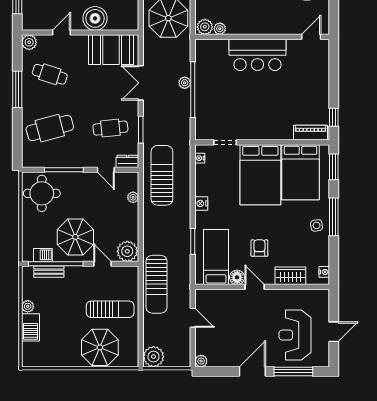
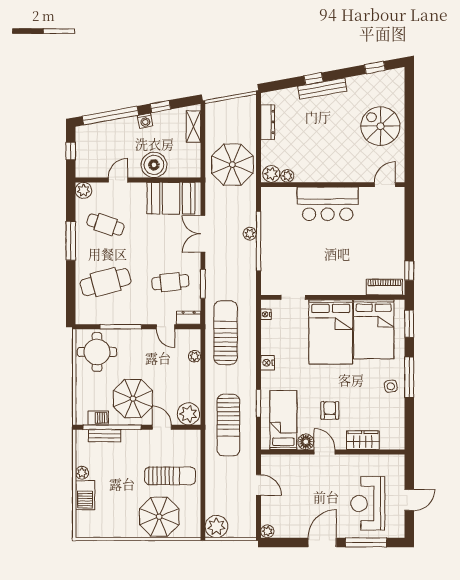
nightstand: (324, 272) -> (399, 436), removed
sun lounger: (156, 284) -> (228, 425), moved

